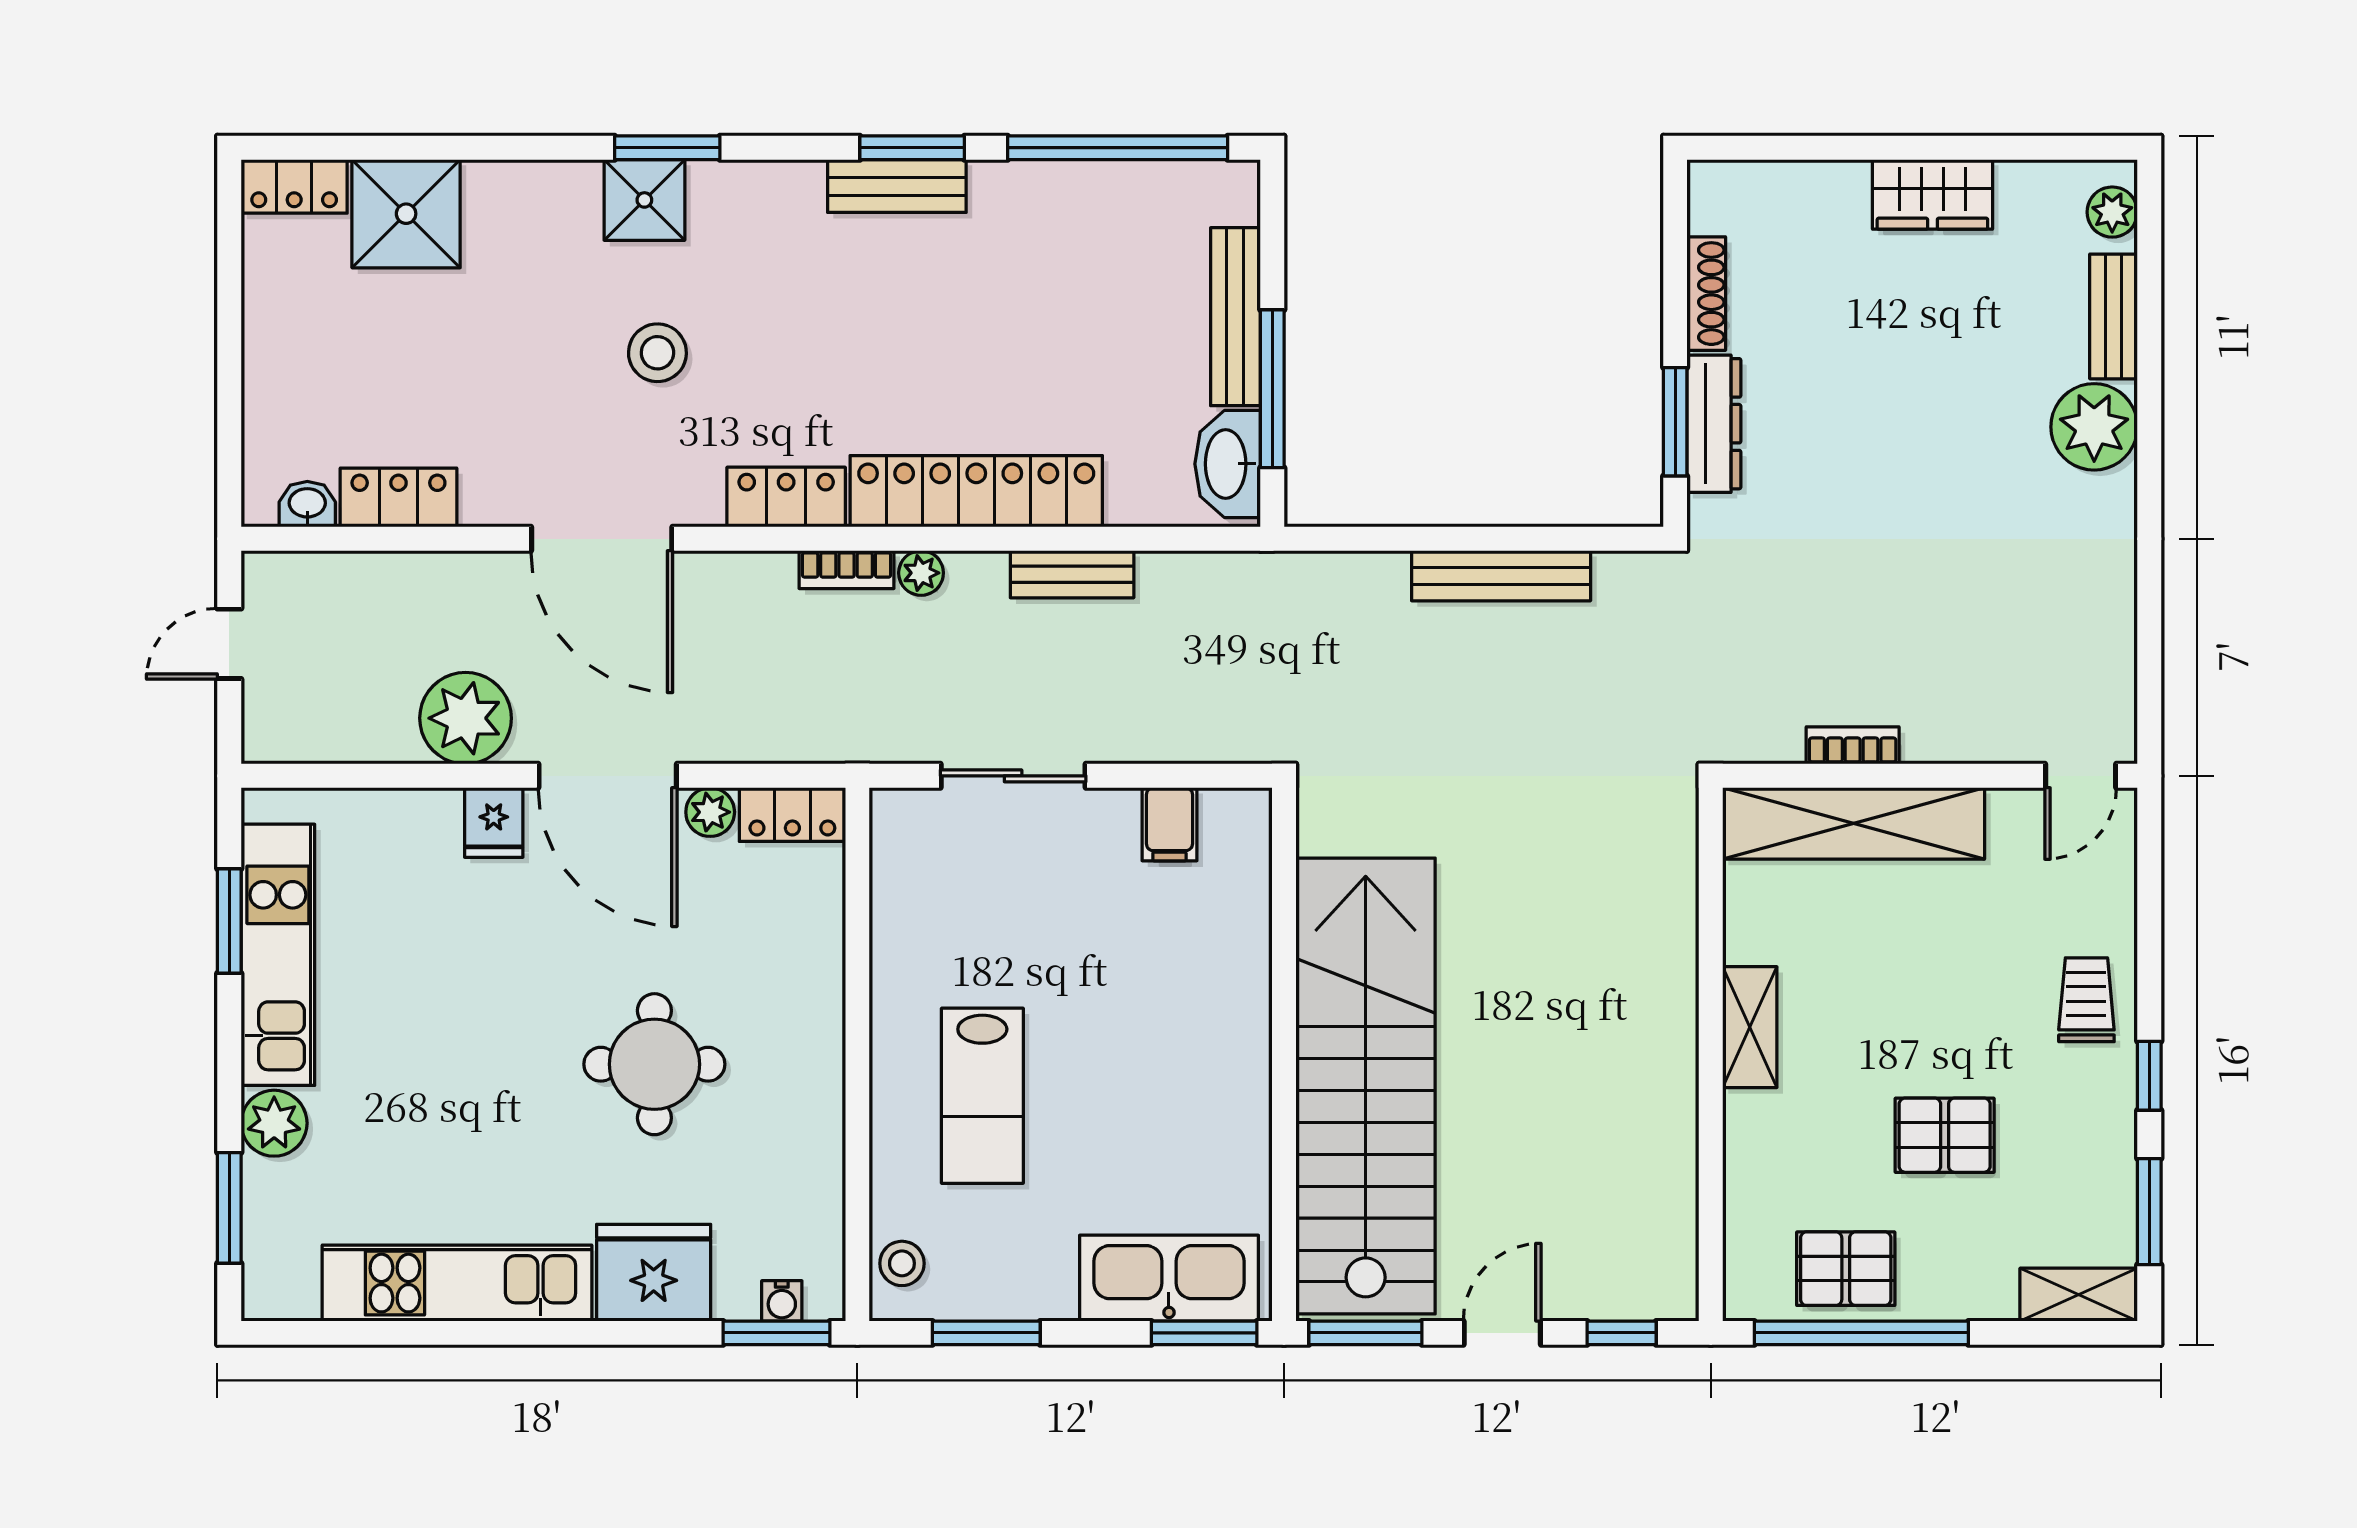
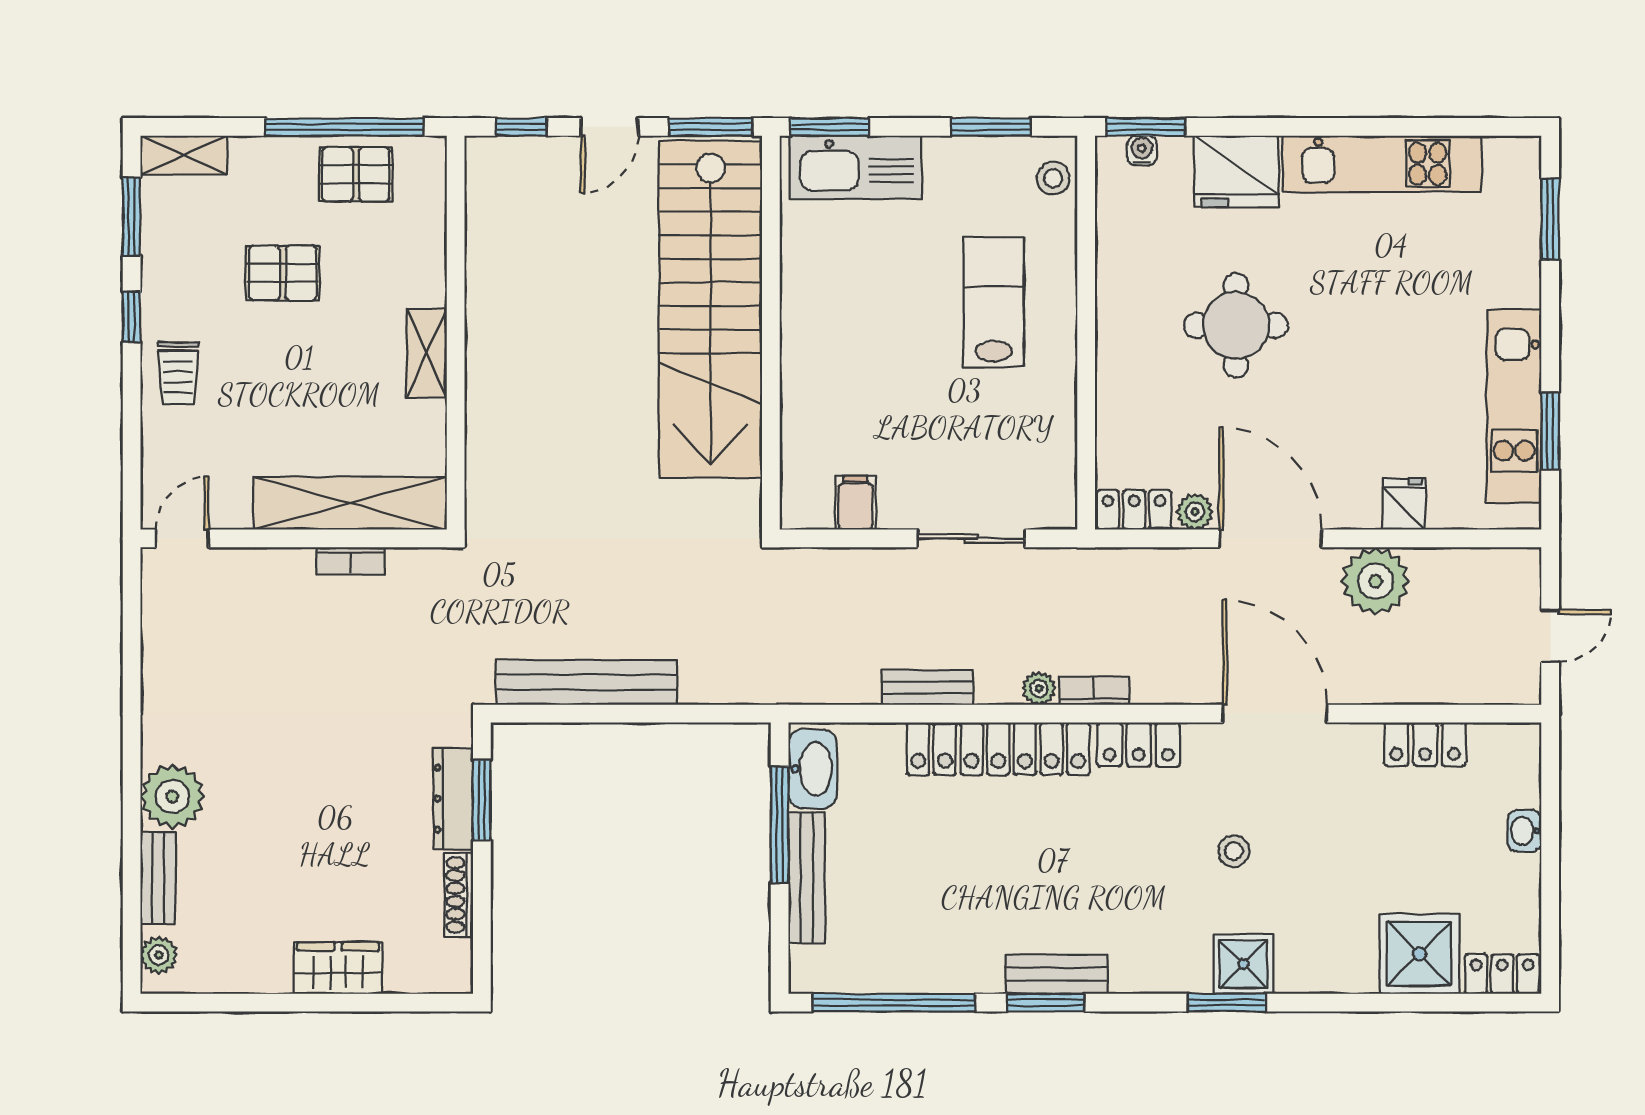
wardrobe: (1932, 194) -> (338, 968), moved
stool: (657, 353) -> (1234, 851), width x0.73, depth x0.73
washbasin: (307, 504) -> (1525, 831), moved, turned 90
bench: (1501, 576) -> (586, 682), width x1.37, depth x1.21
fridge: (494, 822) -> (1404, 504), moved
plant: (274, 1123) -> (1517, 282), removed

